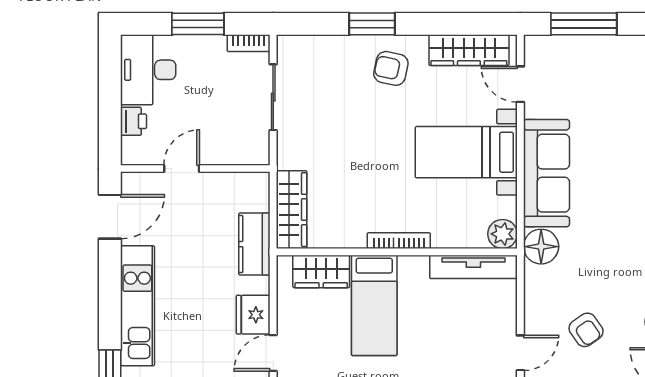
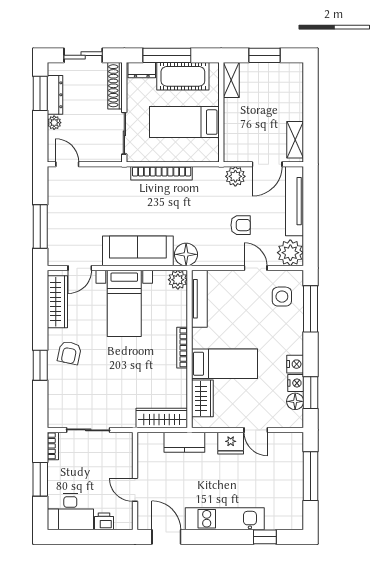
armchair: (586, 330) -> (241, 225), turned 35

